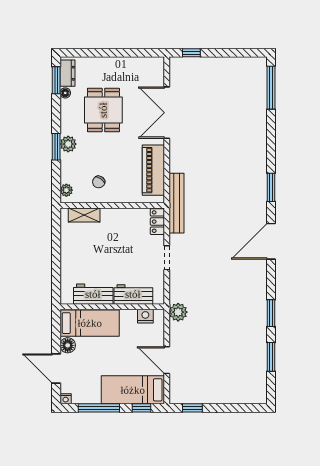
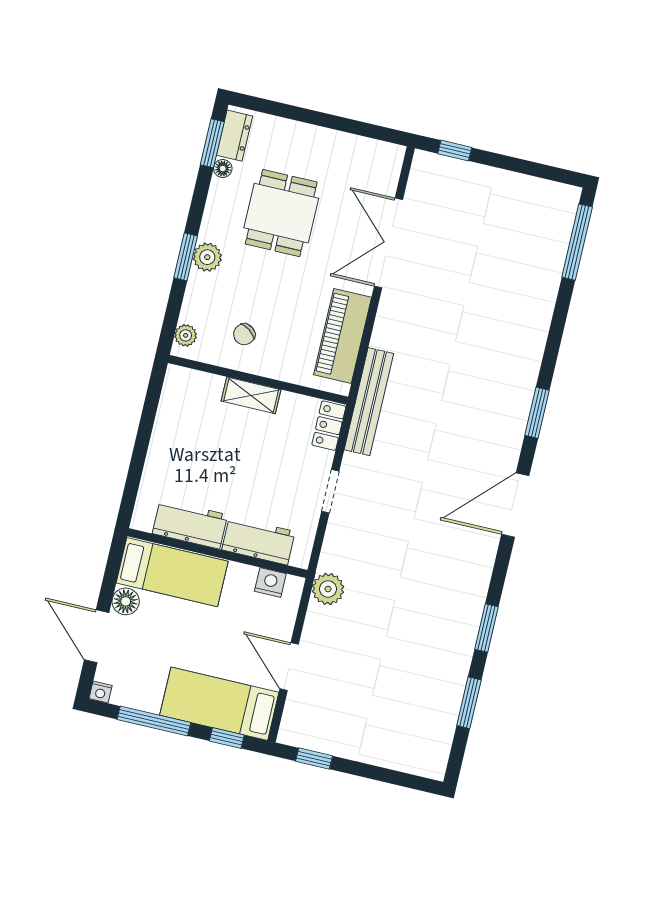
shelving: (84, 215) -> (251, 395), moved

